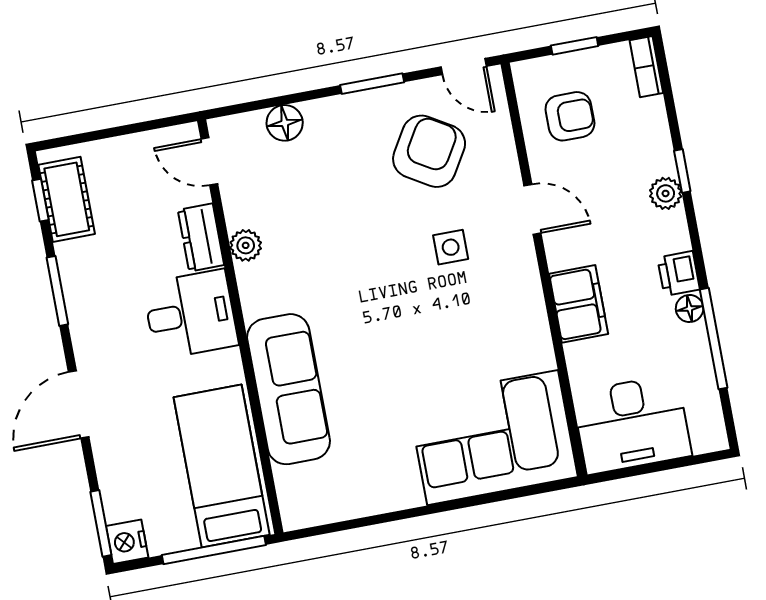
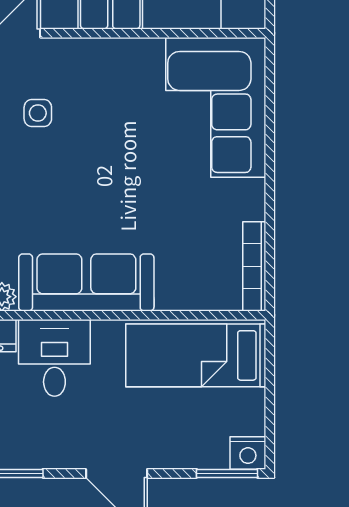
sofa: (288, 389) -> (86, 282), moved
bookcase: (329, 511) -> (254, 266), added
window: (214, 550) -> (270, 376), removed

